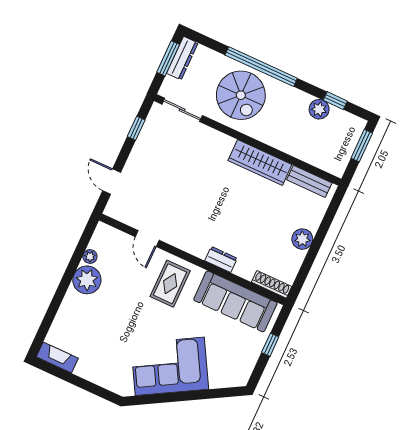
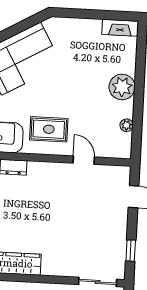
plant: (87, 280) -> (122, 87), moved
rug: (170, 284) -> (49, 129), turned 90

